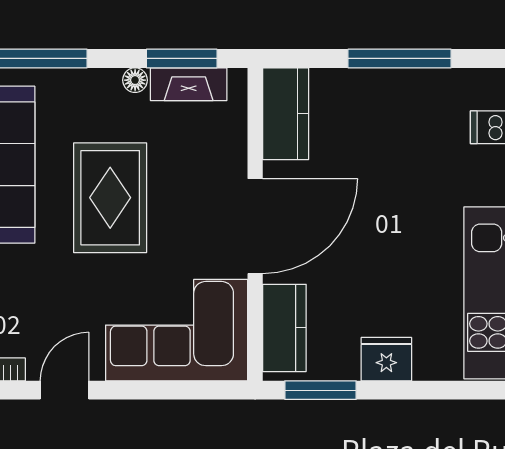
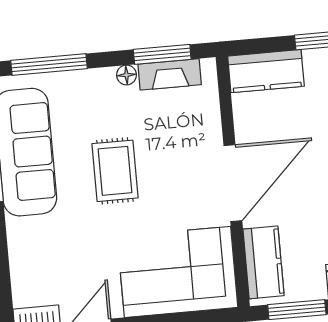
kitchen counter: (286, 114) -> (266, 71), moved, turned 90
rug: (110, 198) -> (115, 171), width x0.73, depth x0.70

